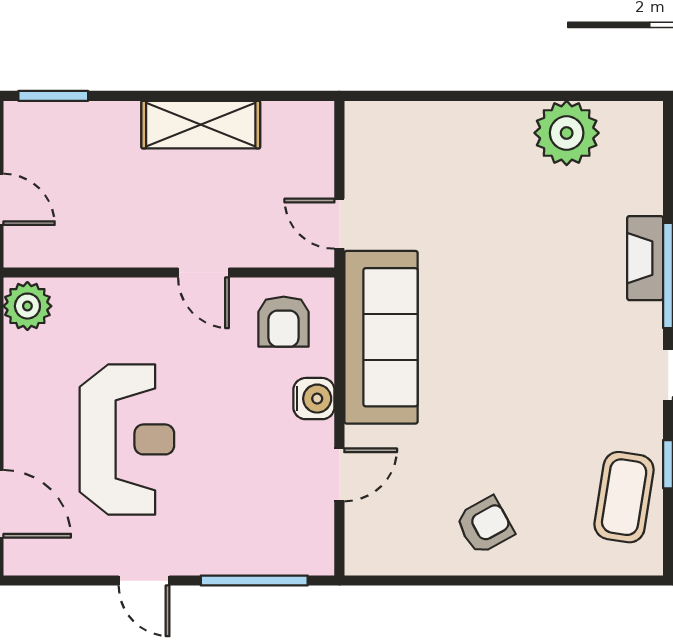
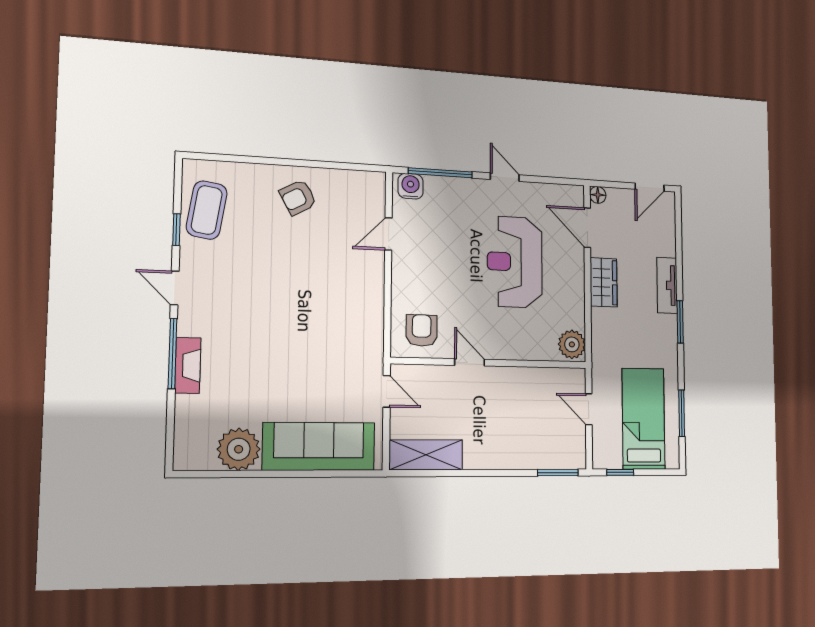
shelving: (201, 125) -> (426, 455), moved
sofa: (381, 337) -> (319, 446), moved, turned 90
water cooler: (314, 399) -> (411, 186), moved, turned 90

